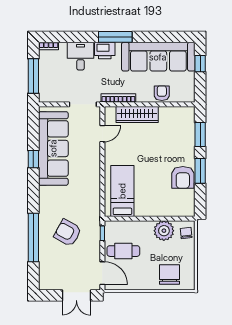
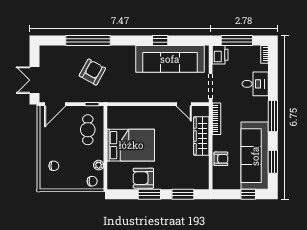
window: (165, 37) -> (273, 162), added
printer: (105, 50) -> (220, 55), moved, turned 180
bed: (122, 191) -> (131, 145), moved, width x1.50
plant: (164, 231) -> (99, 165), width x0.53, depth x0.53
cafe table: (123, 251) -> (88, 130), moved
chair: (169, 275) -> (54, 166), width x0.54, depth x0.54

